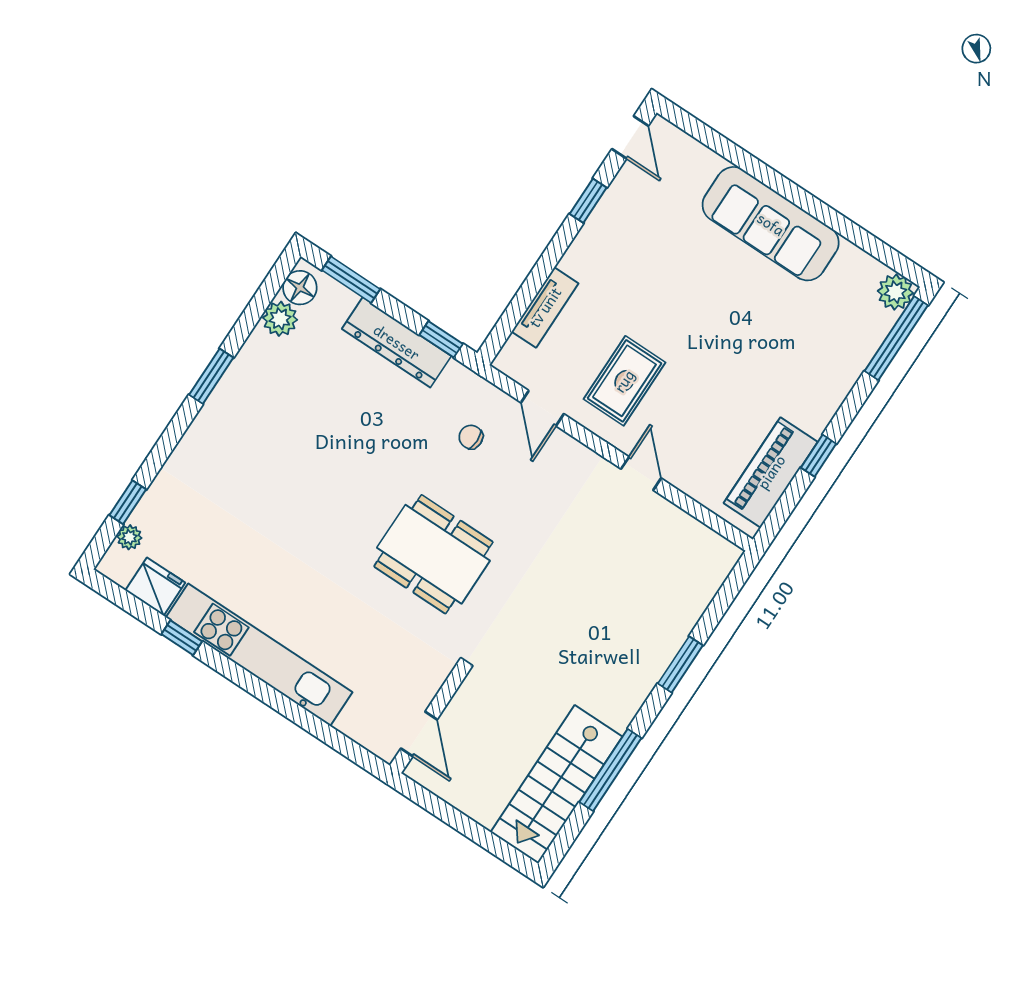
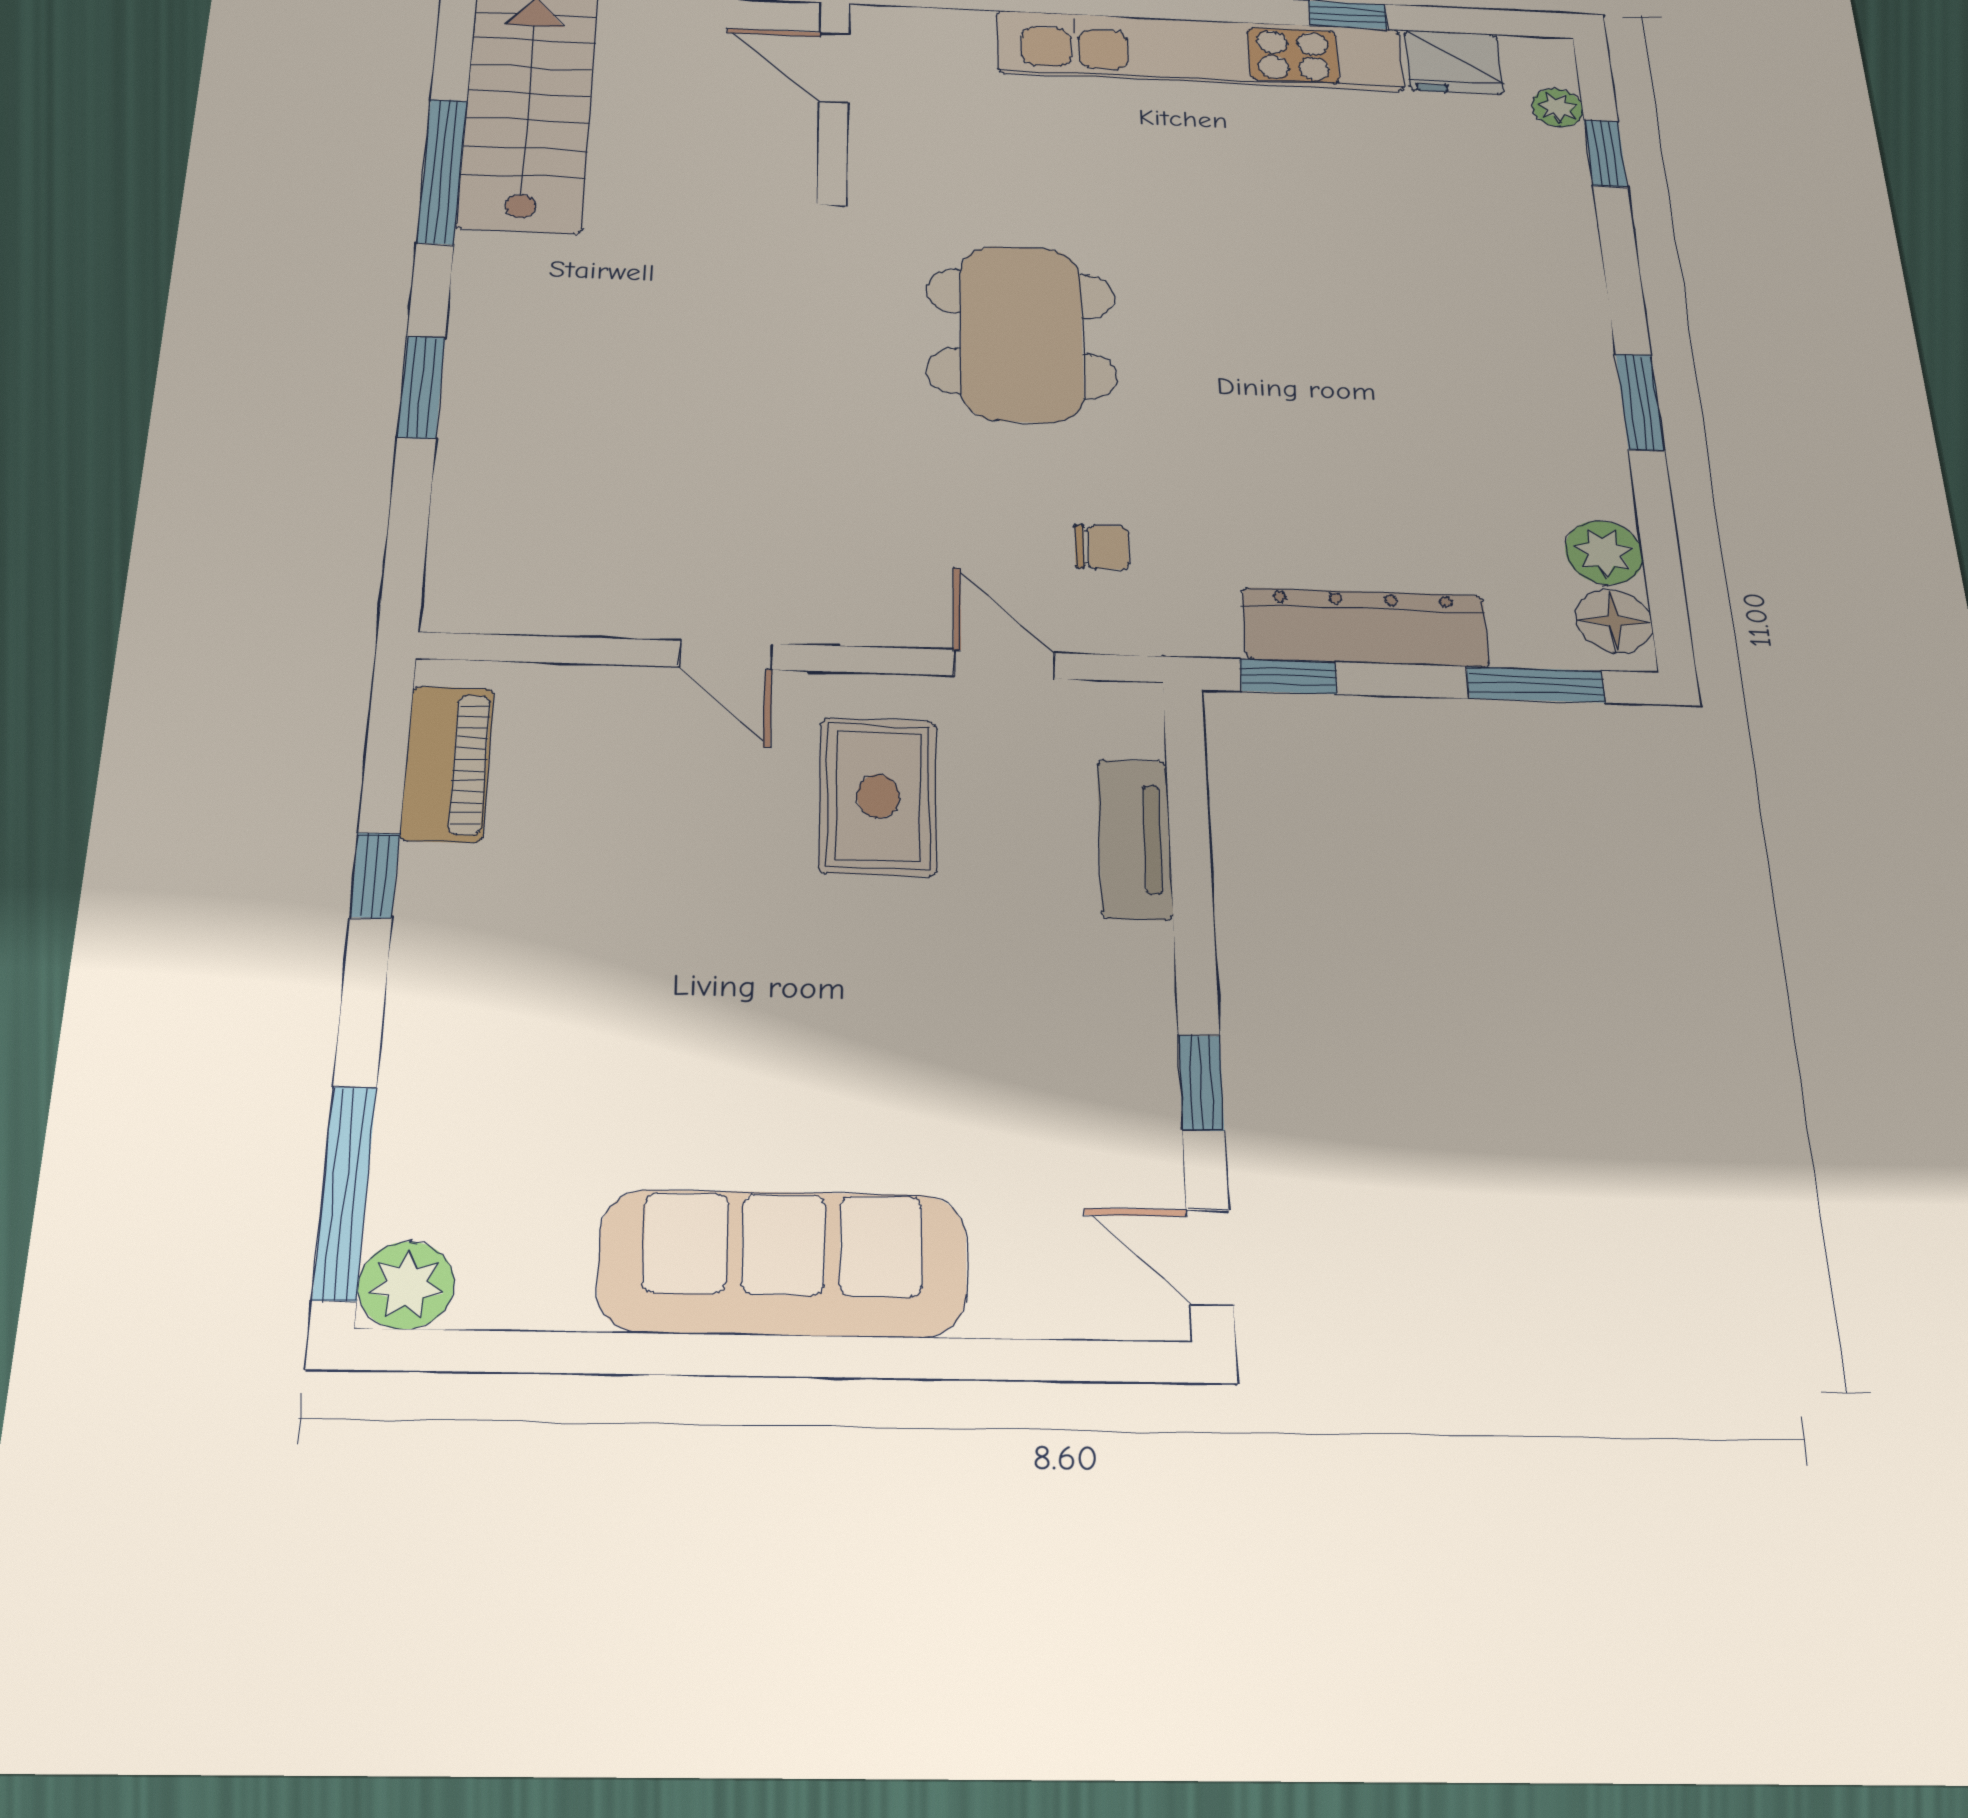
piano: (771, 472) -> (447, 764), width x0.73, depth x0.75
dining table: (433, 554) -> (1021, 333), turned 90

